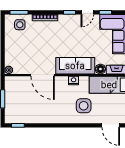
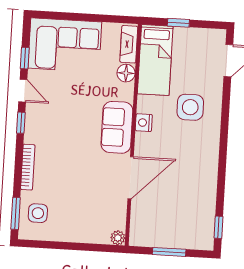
sofa: (75, 66) -> (117, 127), width x0.73

